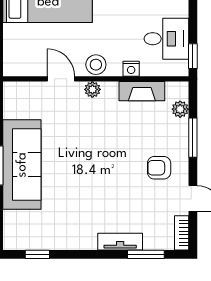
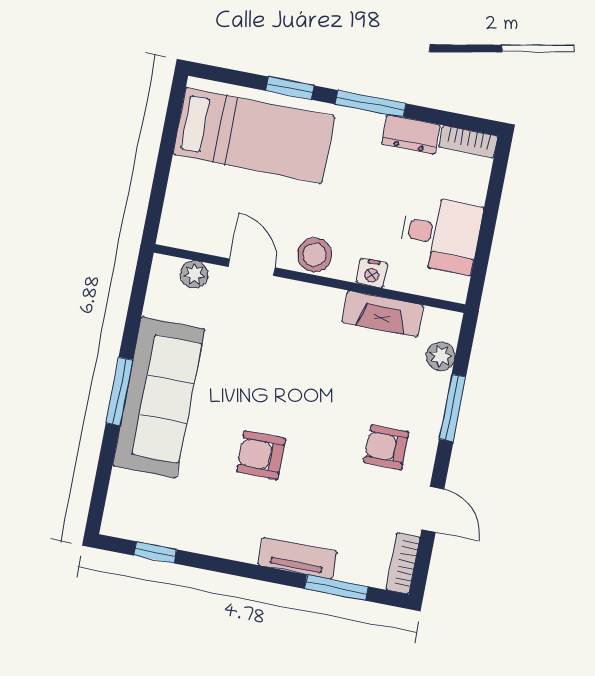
window: (193, 56) -> (479, 272), removed
plant: (92, 89) -> (194, 274), moved
armchair: (88, 186) -> (261, 455), added

